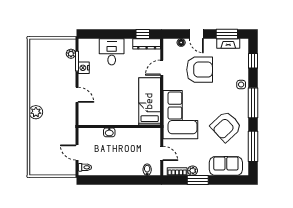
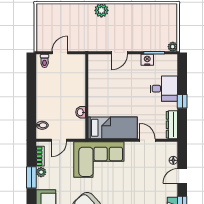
window: (143, 34) -> (182, 101), moved
plant: (71, 54) -> (173, 47), moved
armchair: (200, 70) -> (145, 179), removed
washbasin: (109, 132) -> (81, 112), moved

